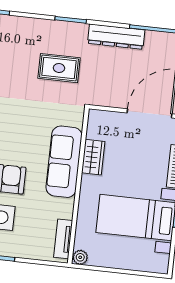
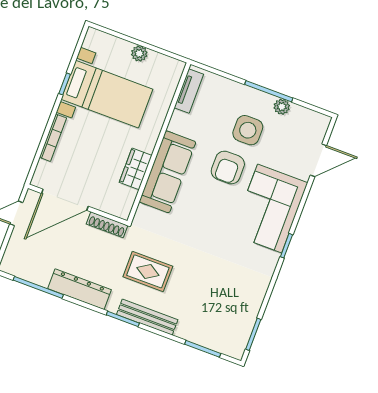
bench: (49, 27) -> (147, 317), added
shoe rack: (106, 101) -> (107, 225), added
plant: (80, 257) -> (139, 54), moved

